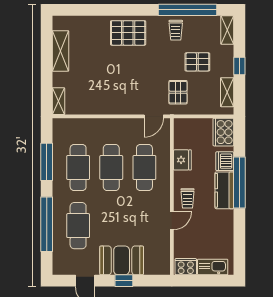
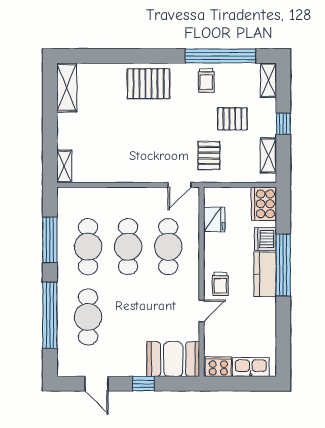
shelving: (60, 51) -> (67, 88), moved
fridge: (182, 160) -> (214, 220), moved
booth: (122, 260) -> (173, 359), moved

